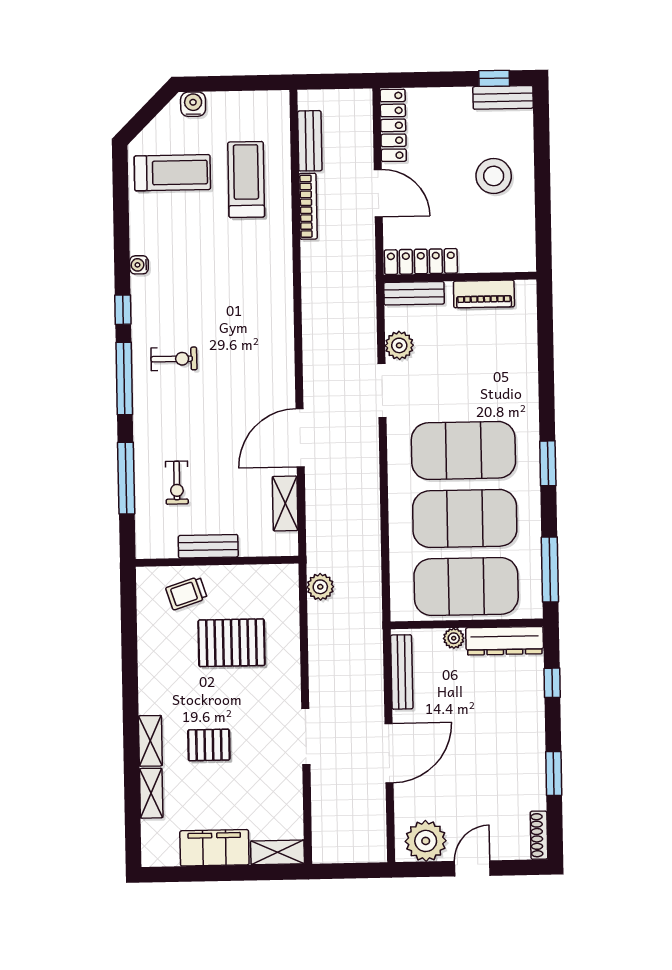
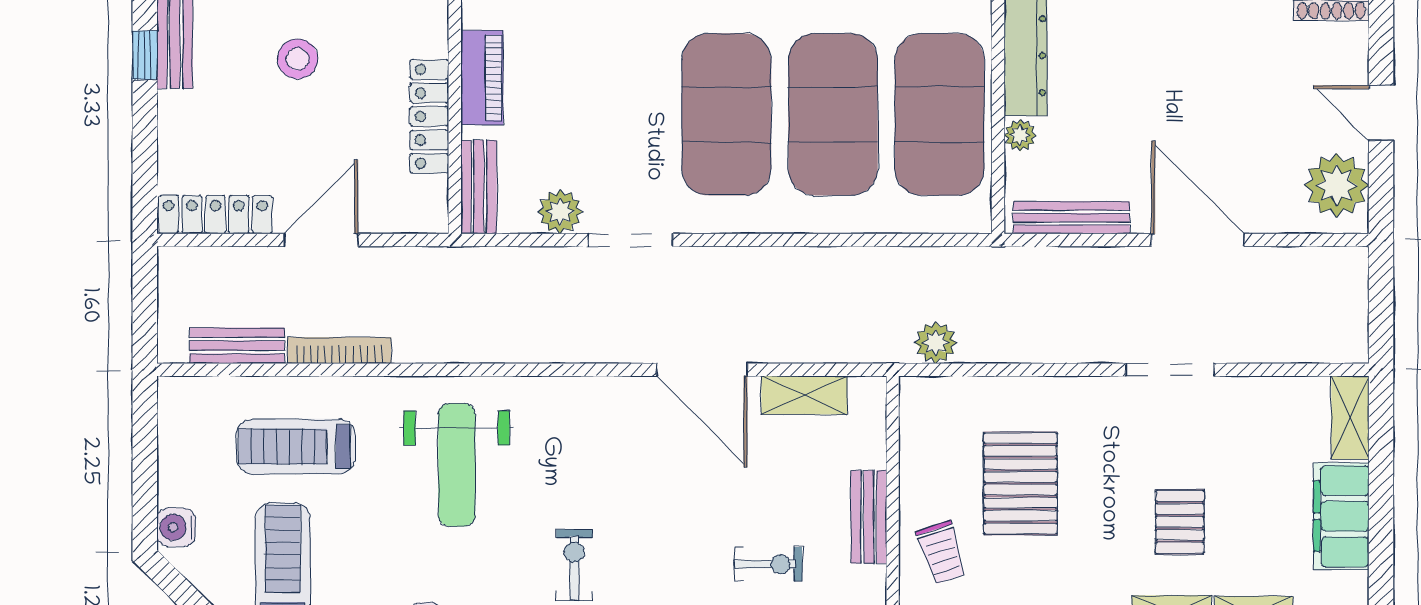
stool: (494, 176) -> (298, 59), width x0.73, depth x0.73
locker: (421, 262) -> (429, 116), moved
weight bench: (236, 283) -> (457, 465), added

